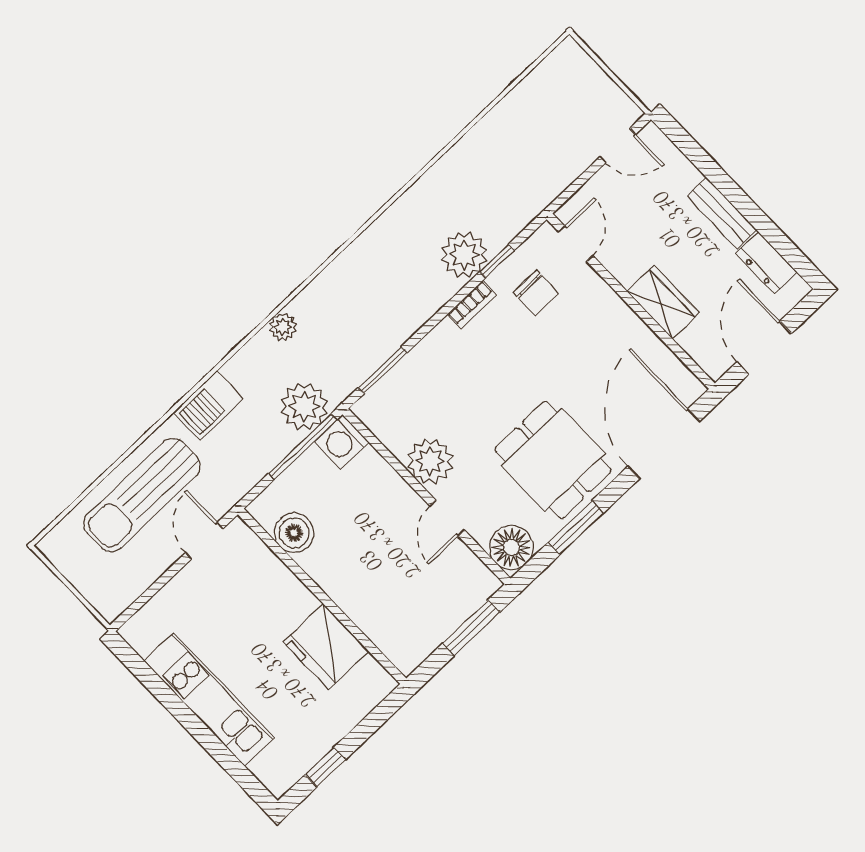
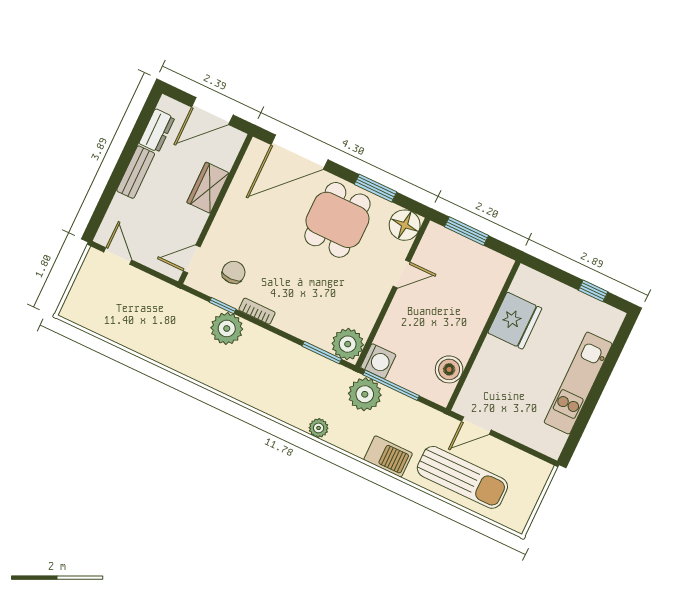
plant: (430, 461) -> (348, 344), moved

